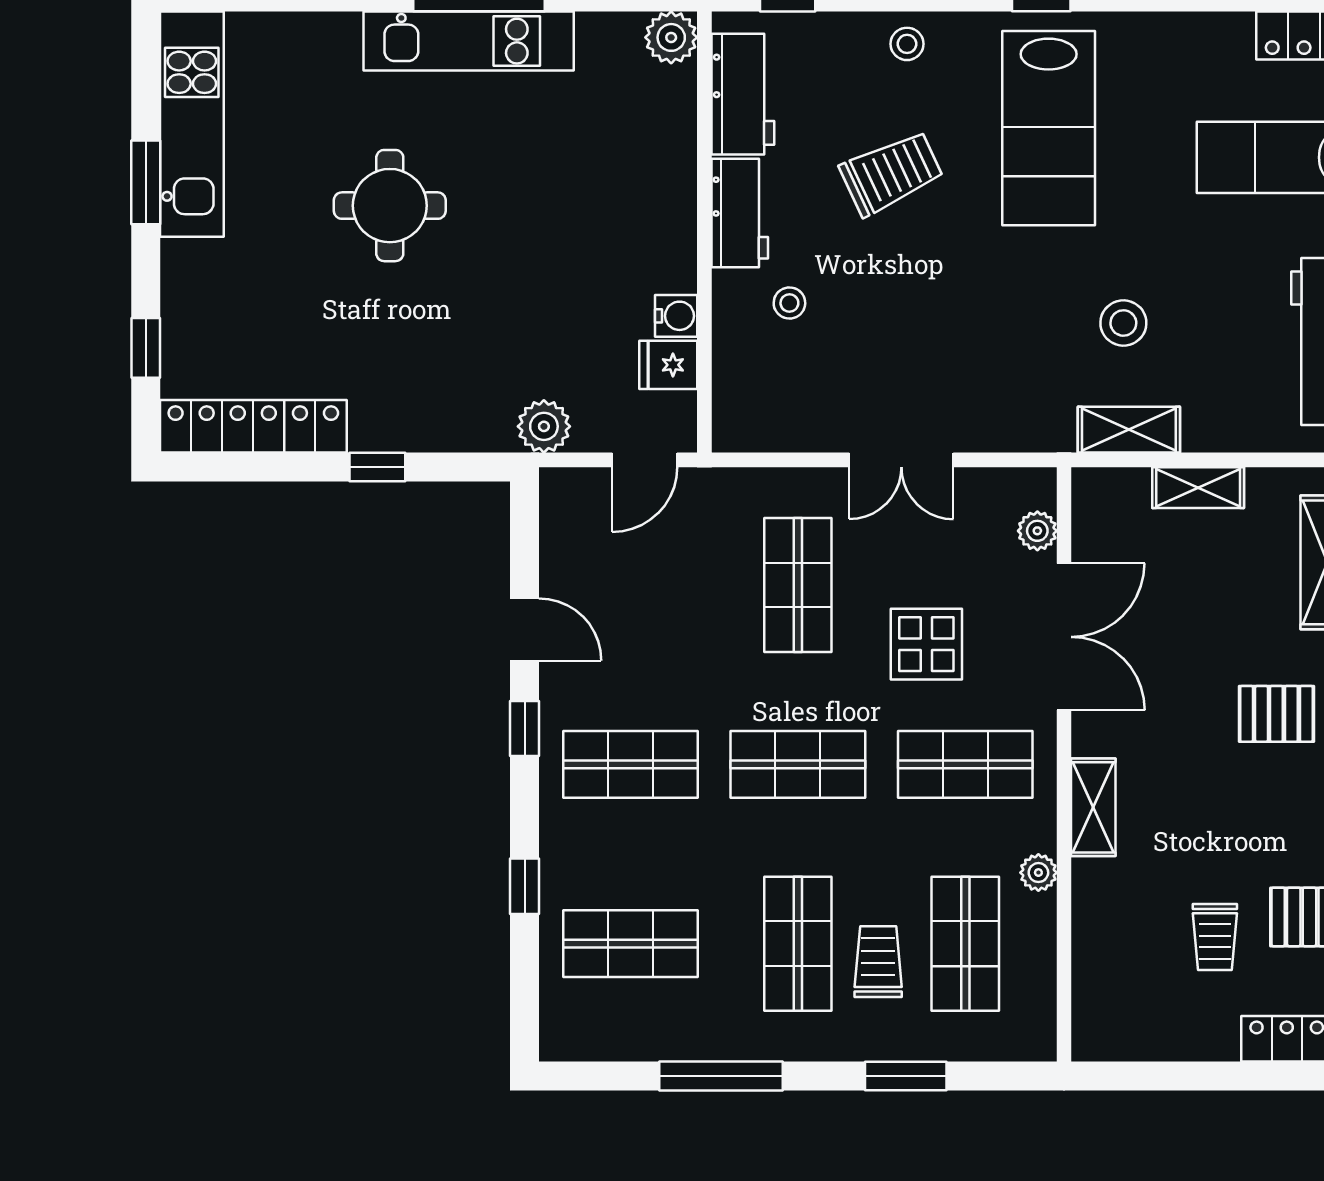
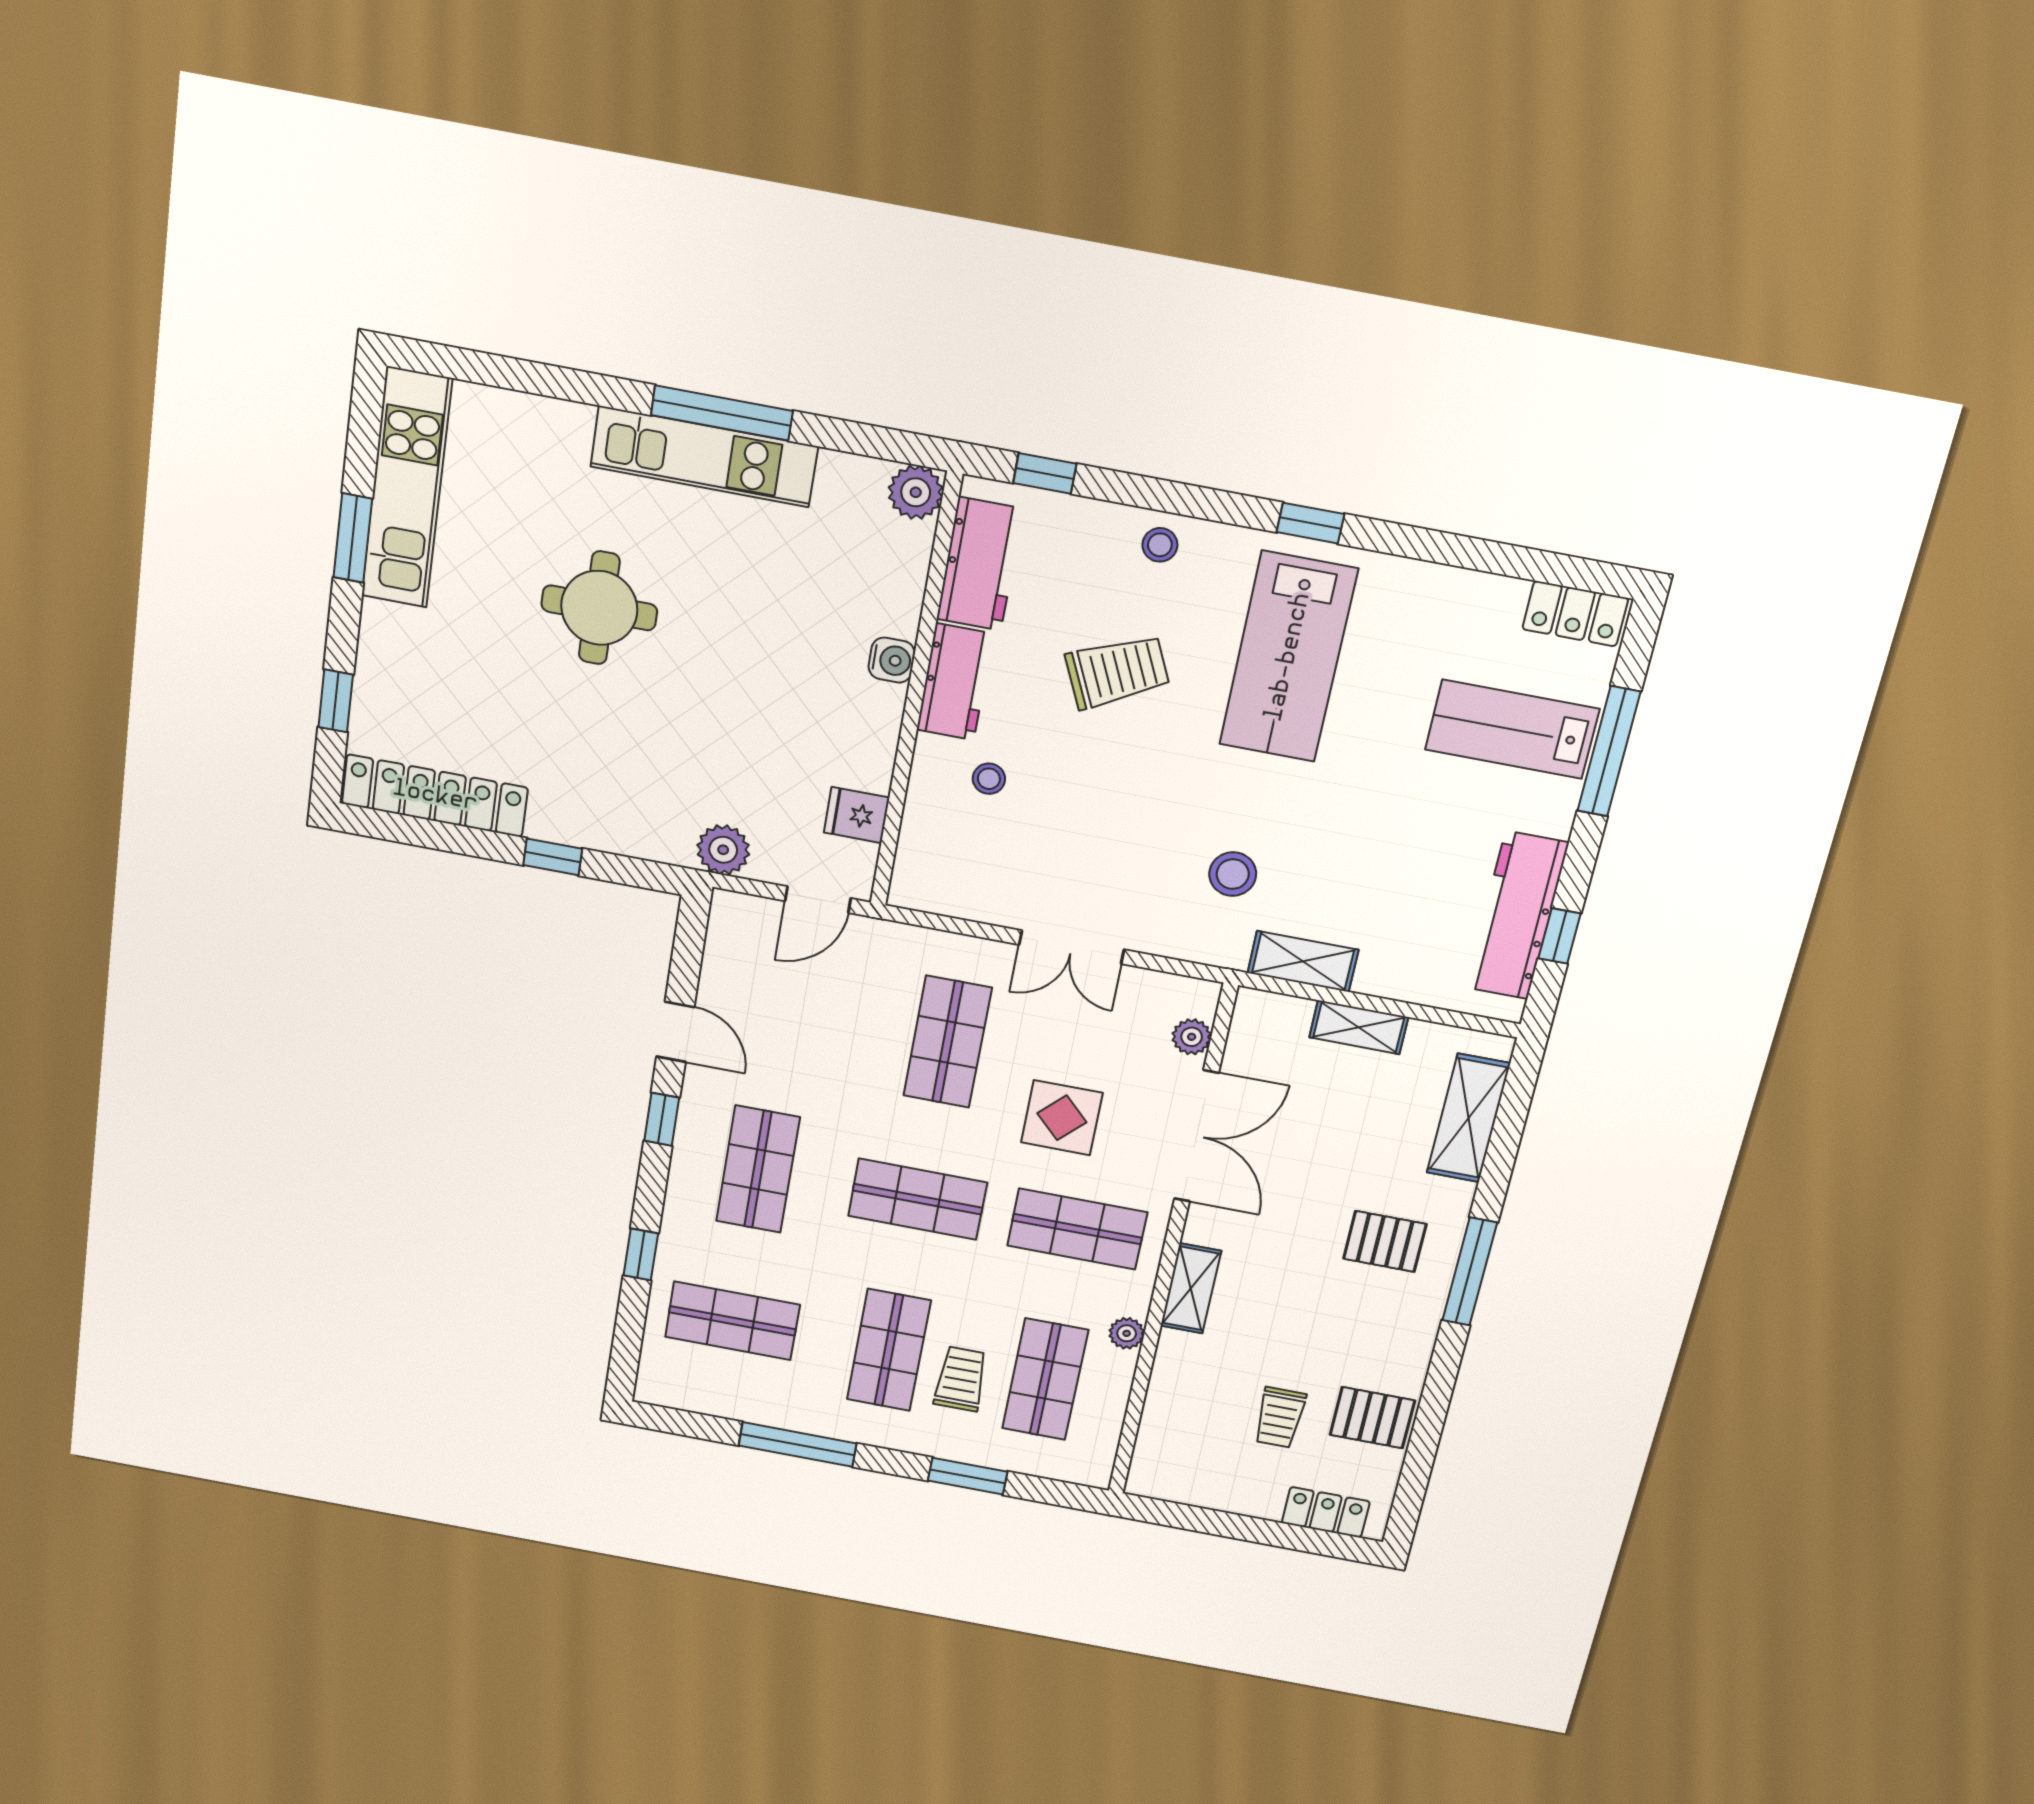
water cooler: (676, 316) -> (892, 660), moved
stool: (1123, 323) -> (1233, 874), moved
shop shelf: (630, 764) -> (758, 1169), turned 90

